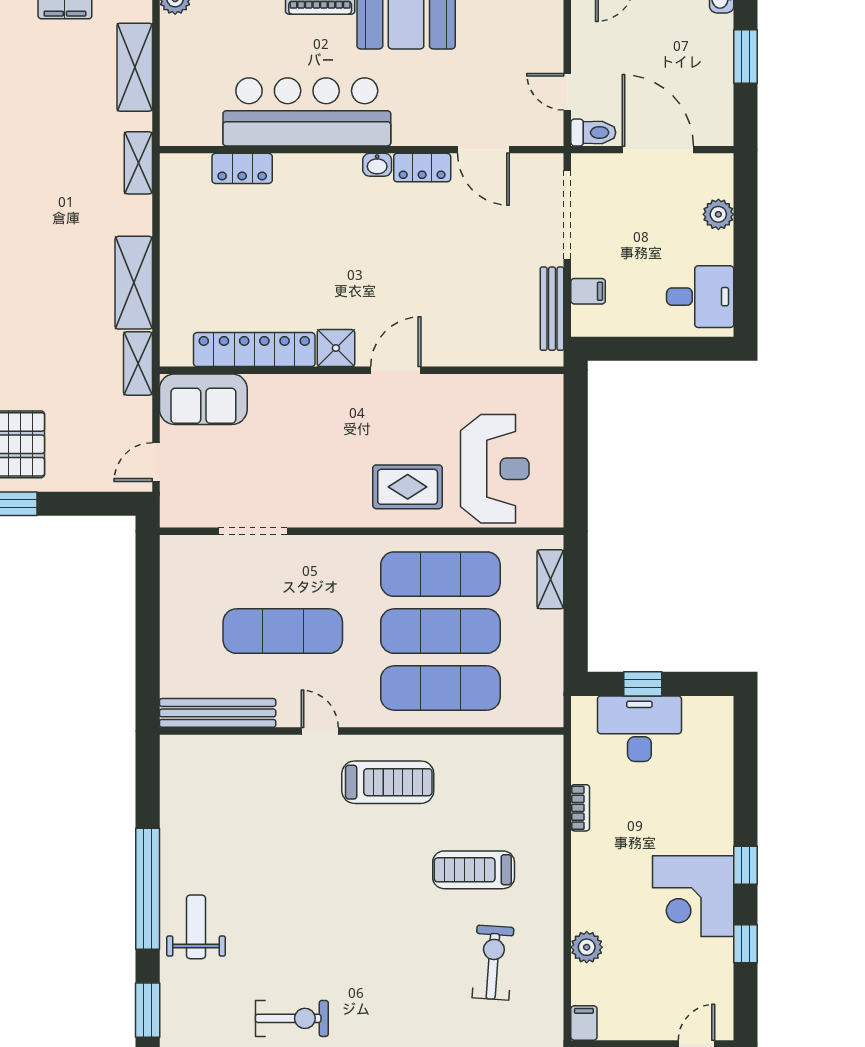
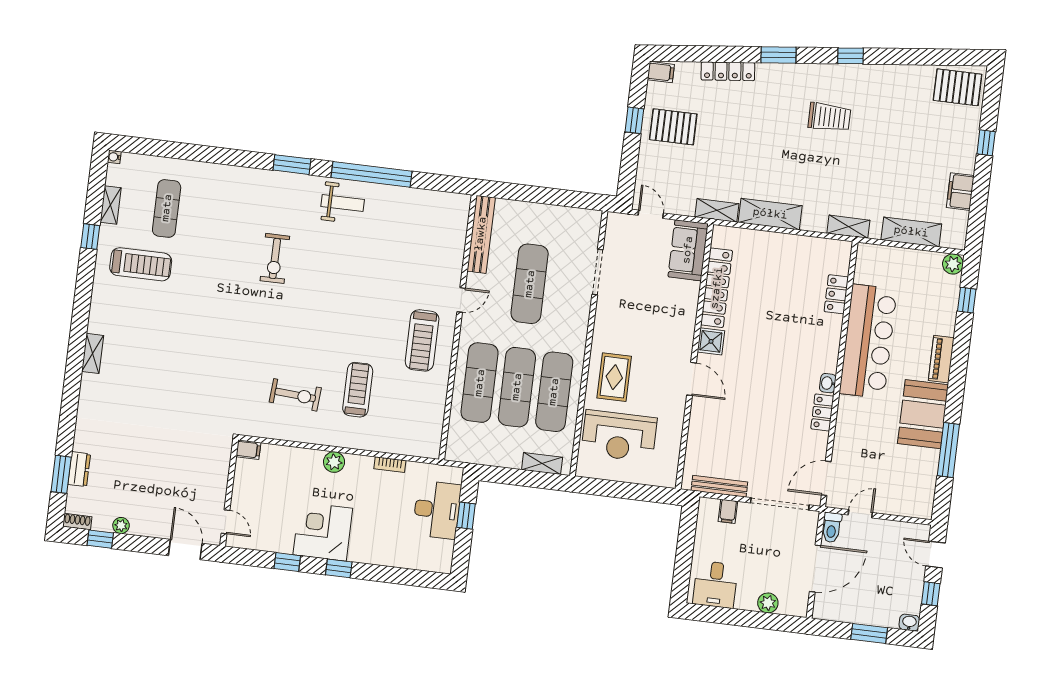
door: (483, 150) -> (826, 478), moved
plant: (587, 947) -> (334, 462), moved

